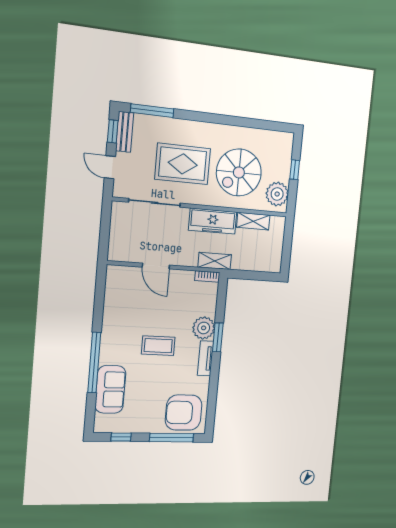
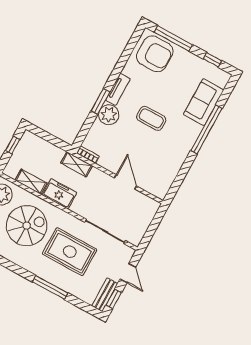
window: (152, 111) -> (50, 287), moved
freezer: (213, 221) -> (59, 194), width x0.71
window: (287, 251) -> (13, 145), added

